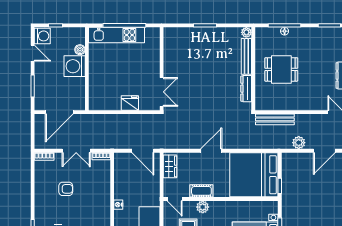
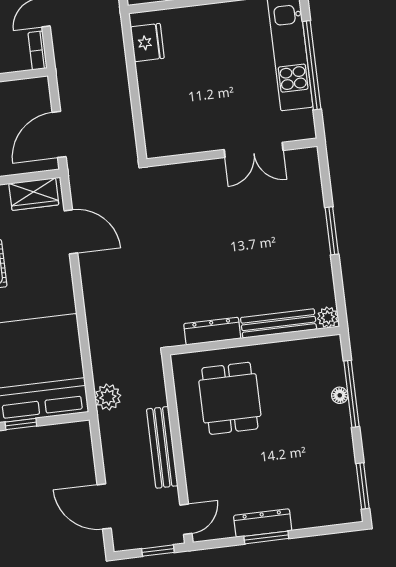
dining table: (281, 69) -> (230, 398), moved
double door: (162, 92) -> (254, 150), moved
fridge: (130, 103) -> (147, 43), moved
bench: (275, 119) -> (162, 447), moved
plant: (299, 143) -> (108, 397), moved
door: (211, 151) -> (71, 232), moved

